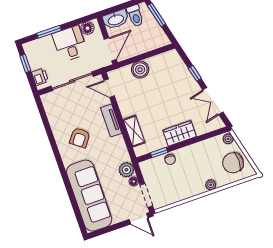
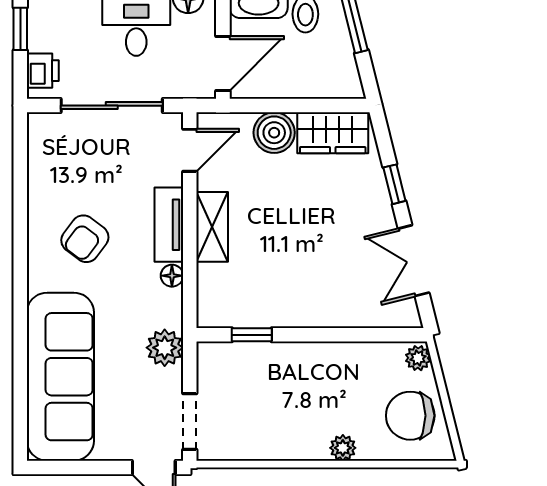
door: (109, 88) -> (190, 150), swing flipped
shelving: (134, 131) -> (212, 227), moved
wardrobe: (180, 133) -> (333, 133), moved, turned 180
chair: (170, 159) -> (271, 359), removed
floor lamp: (134, 181) -> (172, 276), moved

